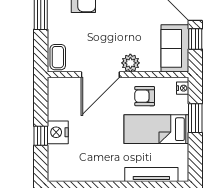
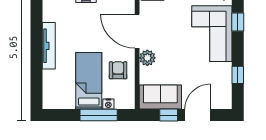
nightstand: (183, 88) -> (108, 104), moved
window: (195, 118) -> (99, 115), width x1.44
tv unit: (151, 174) -> (49, 46), moved

